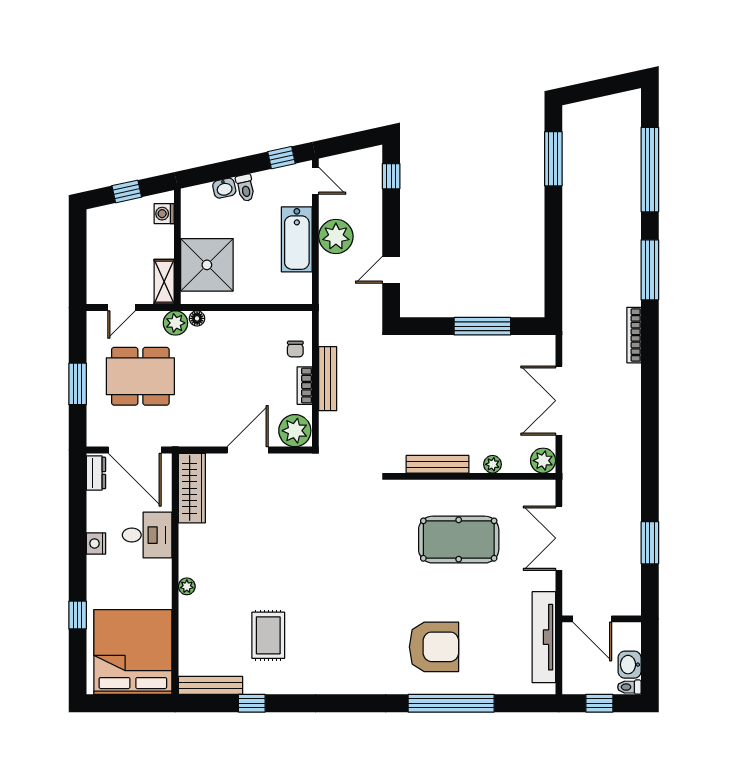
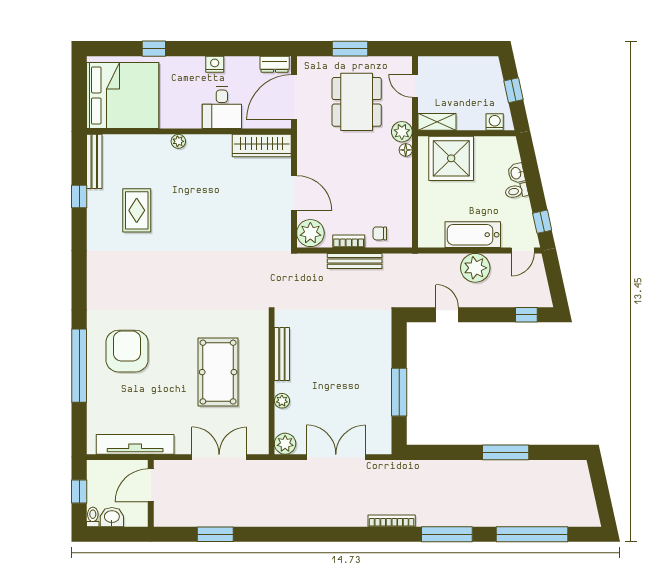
window: (553, 159) -> (506, 452), moved
rug: (268, 635) -> (137, 210), turned 90
armchair: (434, 647) -> (127, 351), turned 180

